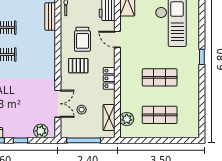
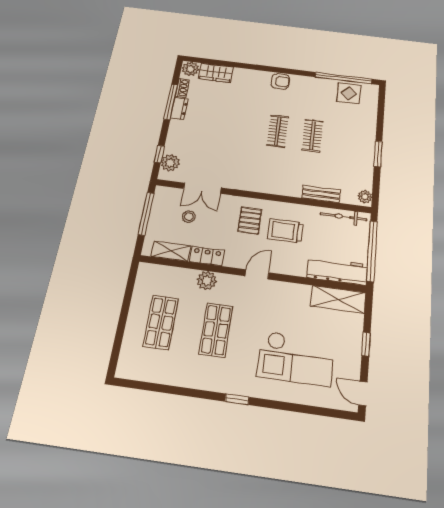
door: (117, 39) -> (257, 274), moved
locker: (109, 78) -> (207, 256), moved
plant: (127, 119) -> (207, 281), moved
window: (21, 140) -> (159, 154), moved

